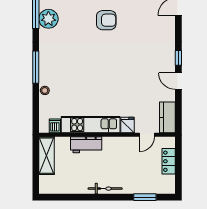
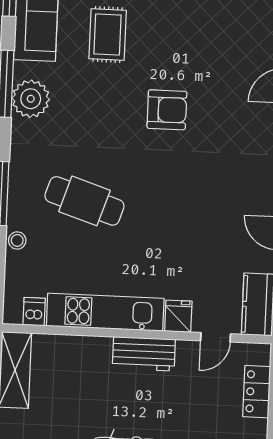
armchair: (106, 20) -> (167, 110), moved
cafe table: (78, 69) -> (84, 201), added
workbench: (86, 145) -> (144, 354), moved

